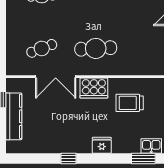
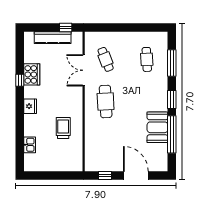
cooker: (94, 88) -> (32, 74), moved, turned 180
window: (143, 159) -> (20, 139), removed

